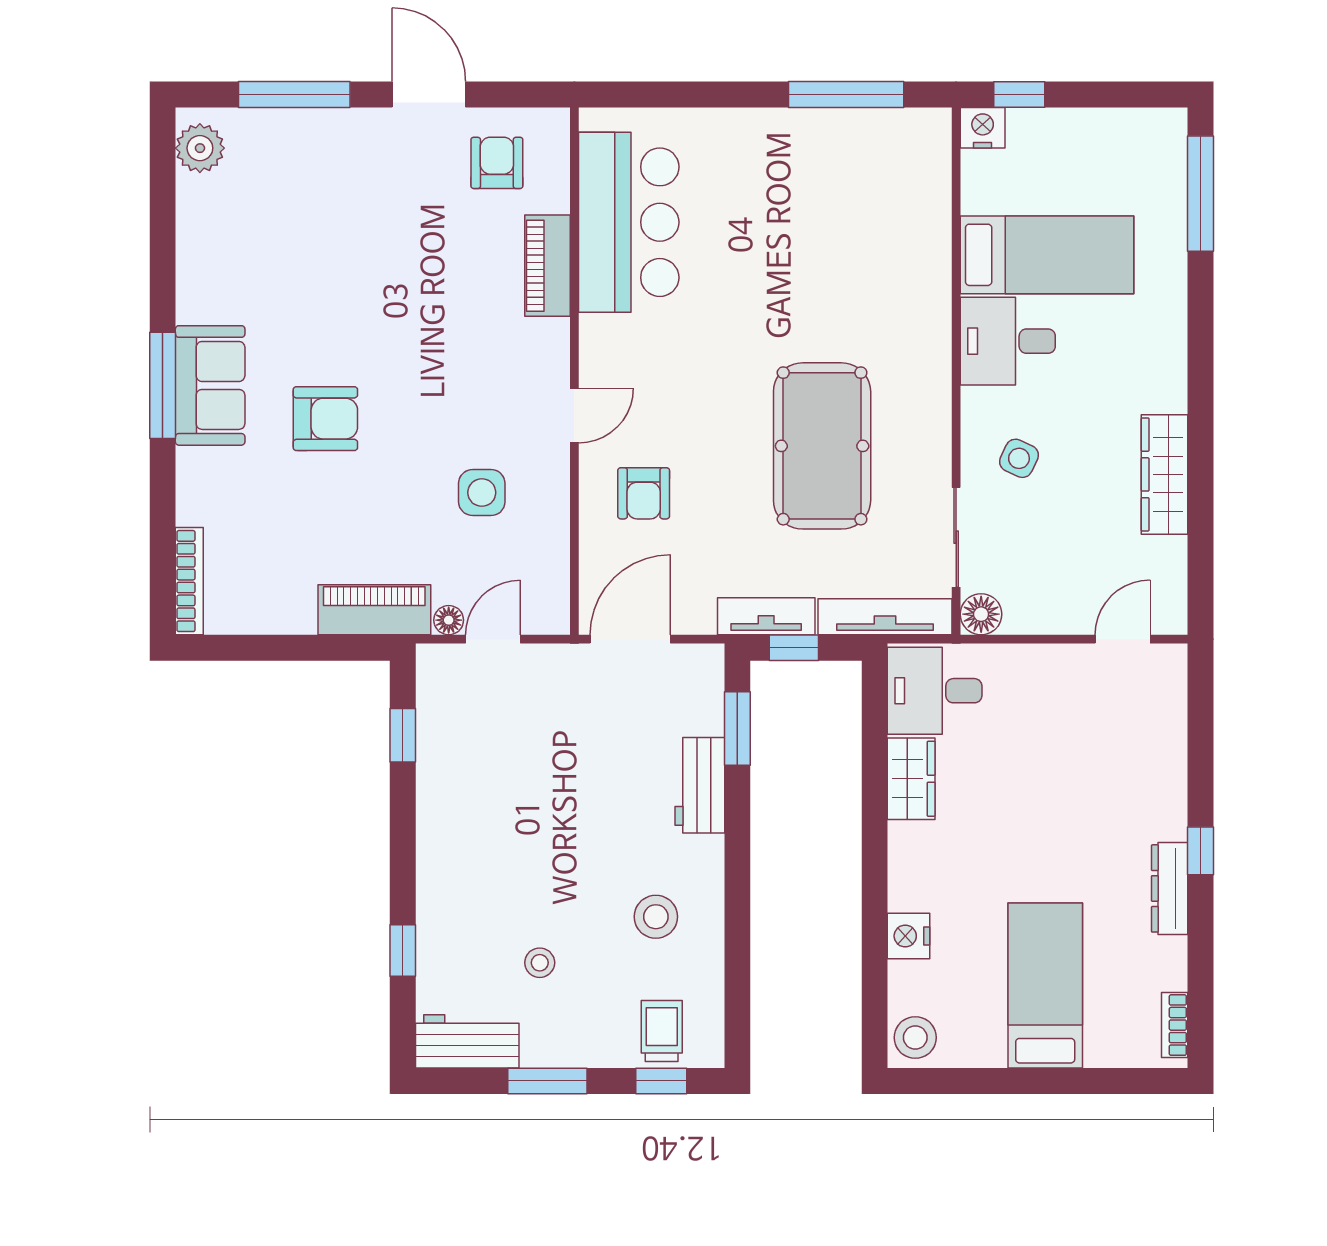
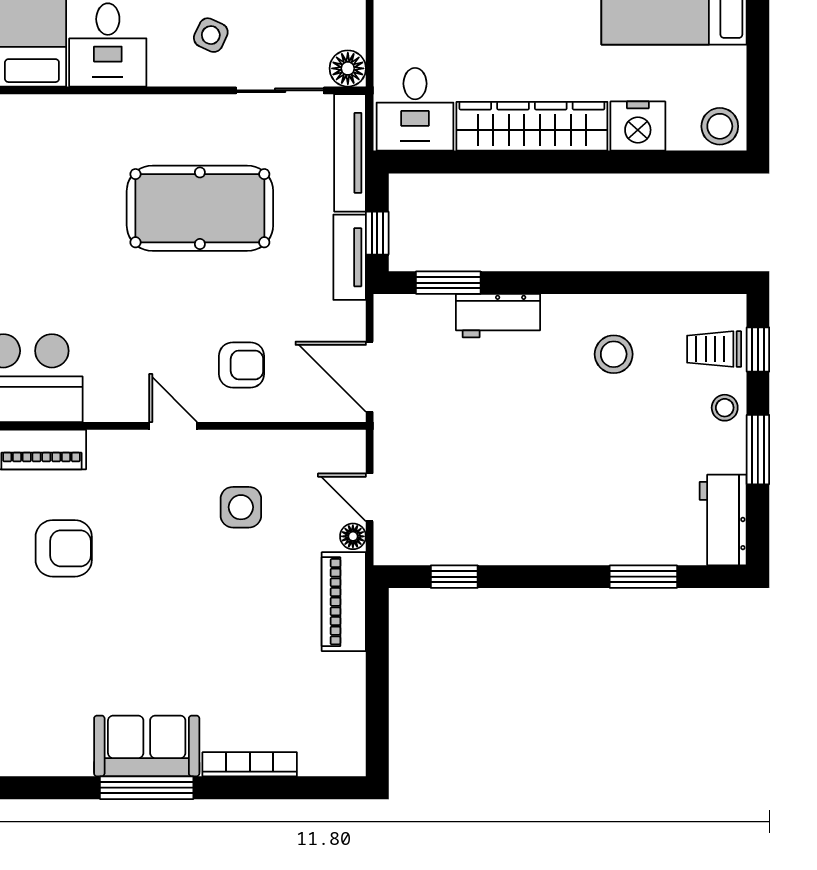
armchair: (325, 419) -> (64, 548), moved, turned 90
bookcase: (189, 581) -> (250, 764), moved
wardrobe: (911, 779) -> (532, 126), width x2.10, depth x1.17
nightstand: (909, 936) -> (638, 126), width x1.36, depth x1.33
window: (403, 951) -> (643, 577), width x1.50
stool: (540, 963) -> (725, 408), moved

